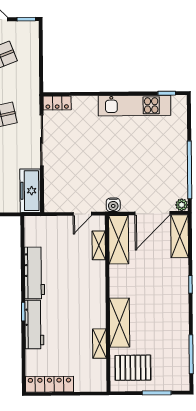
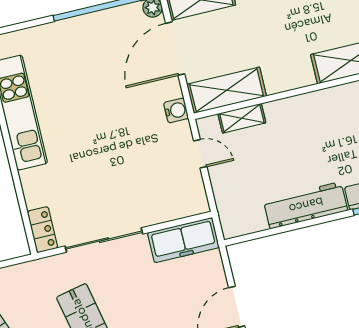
door: (152, 213) -> (175, 49), swing flipped

